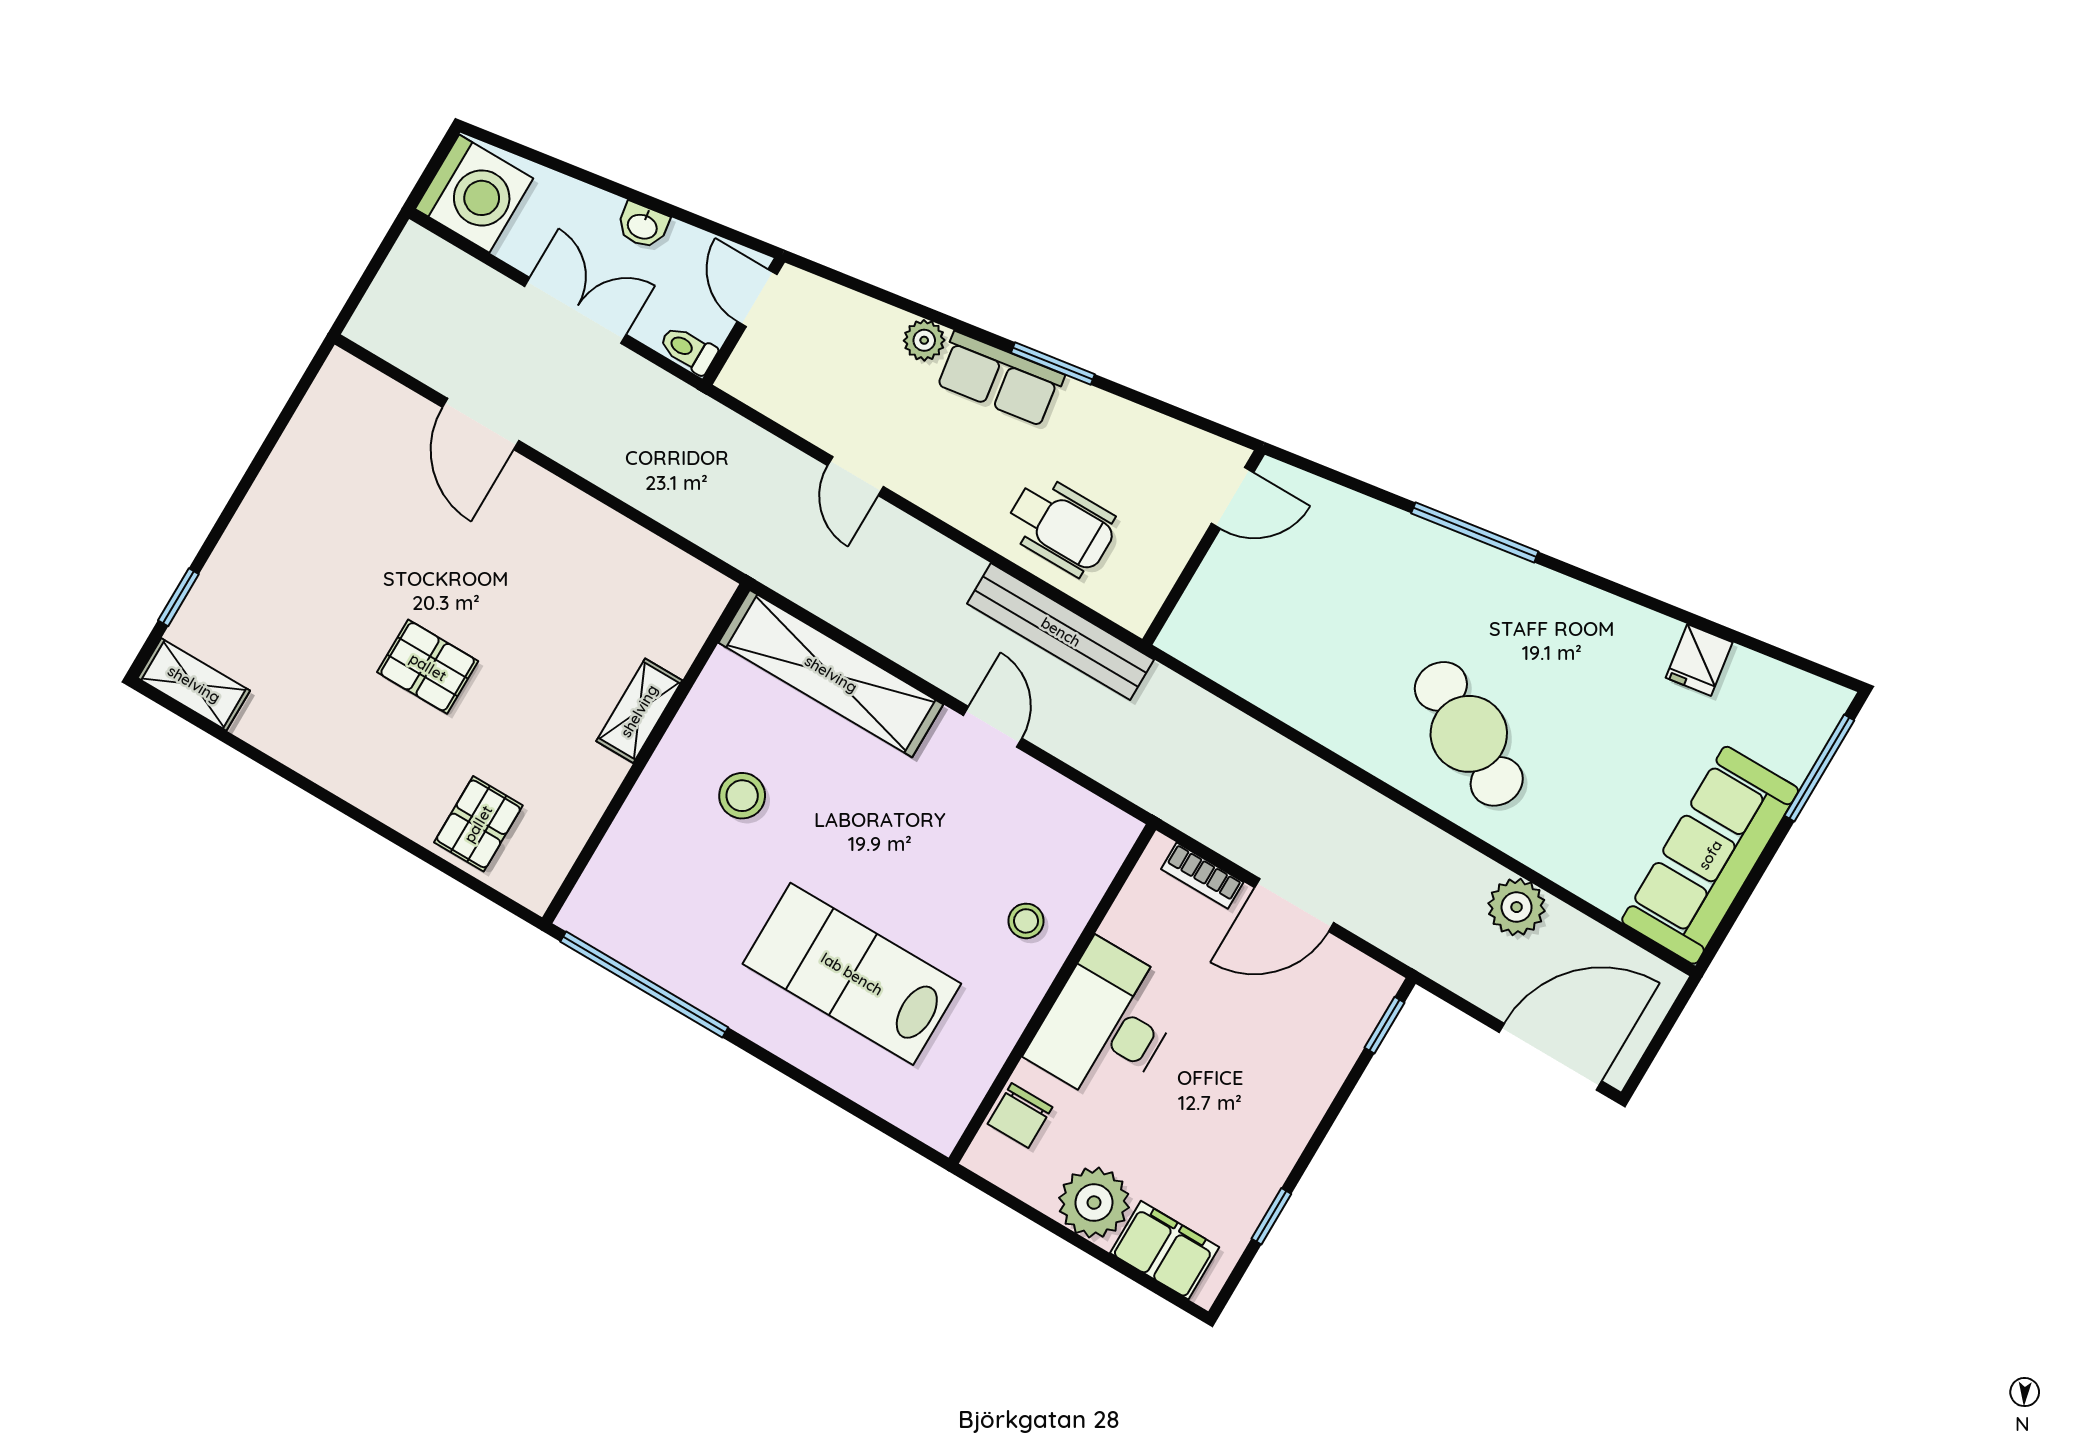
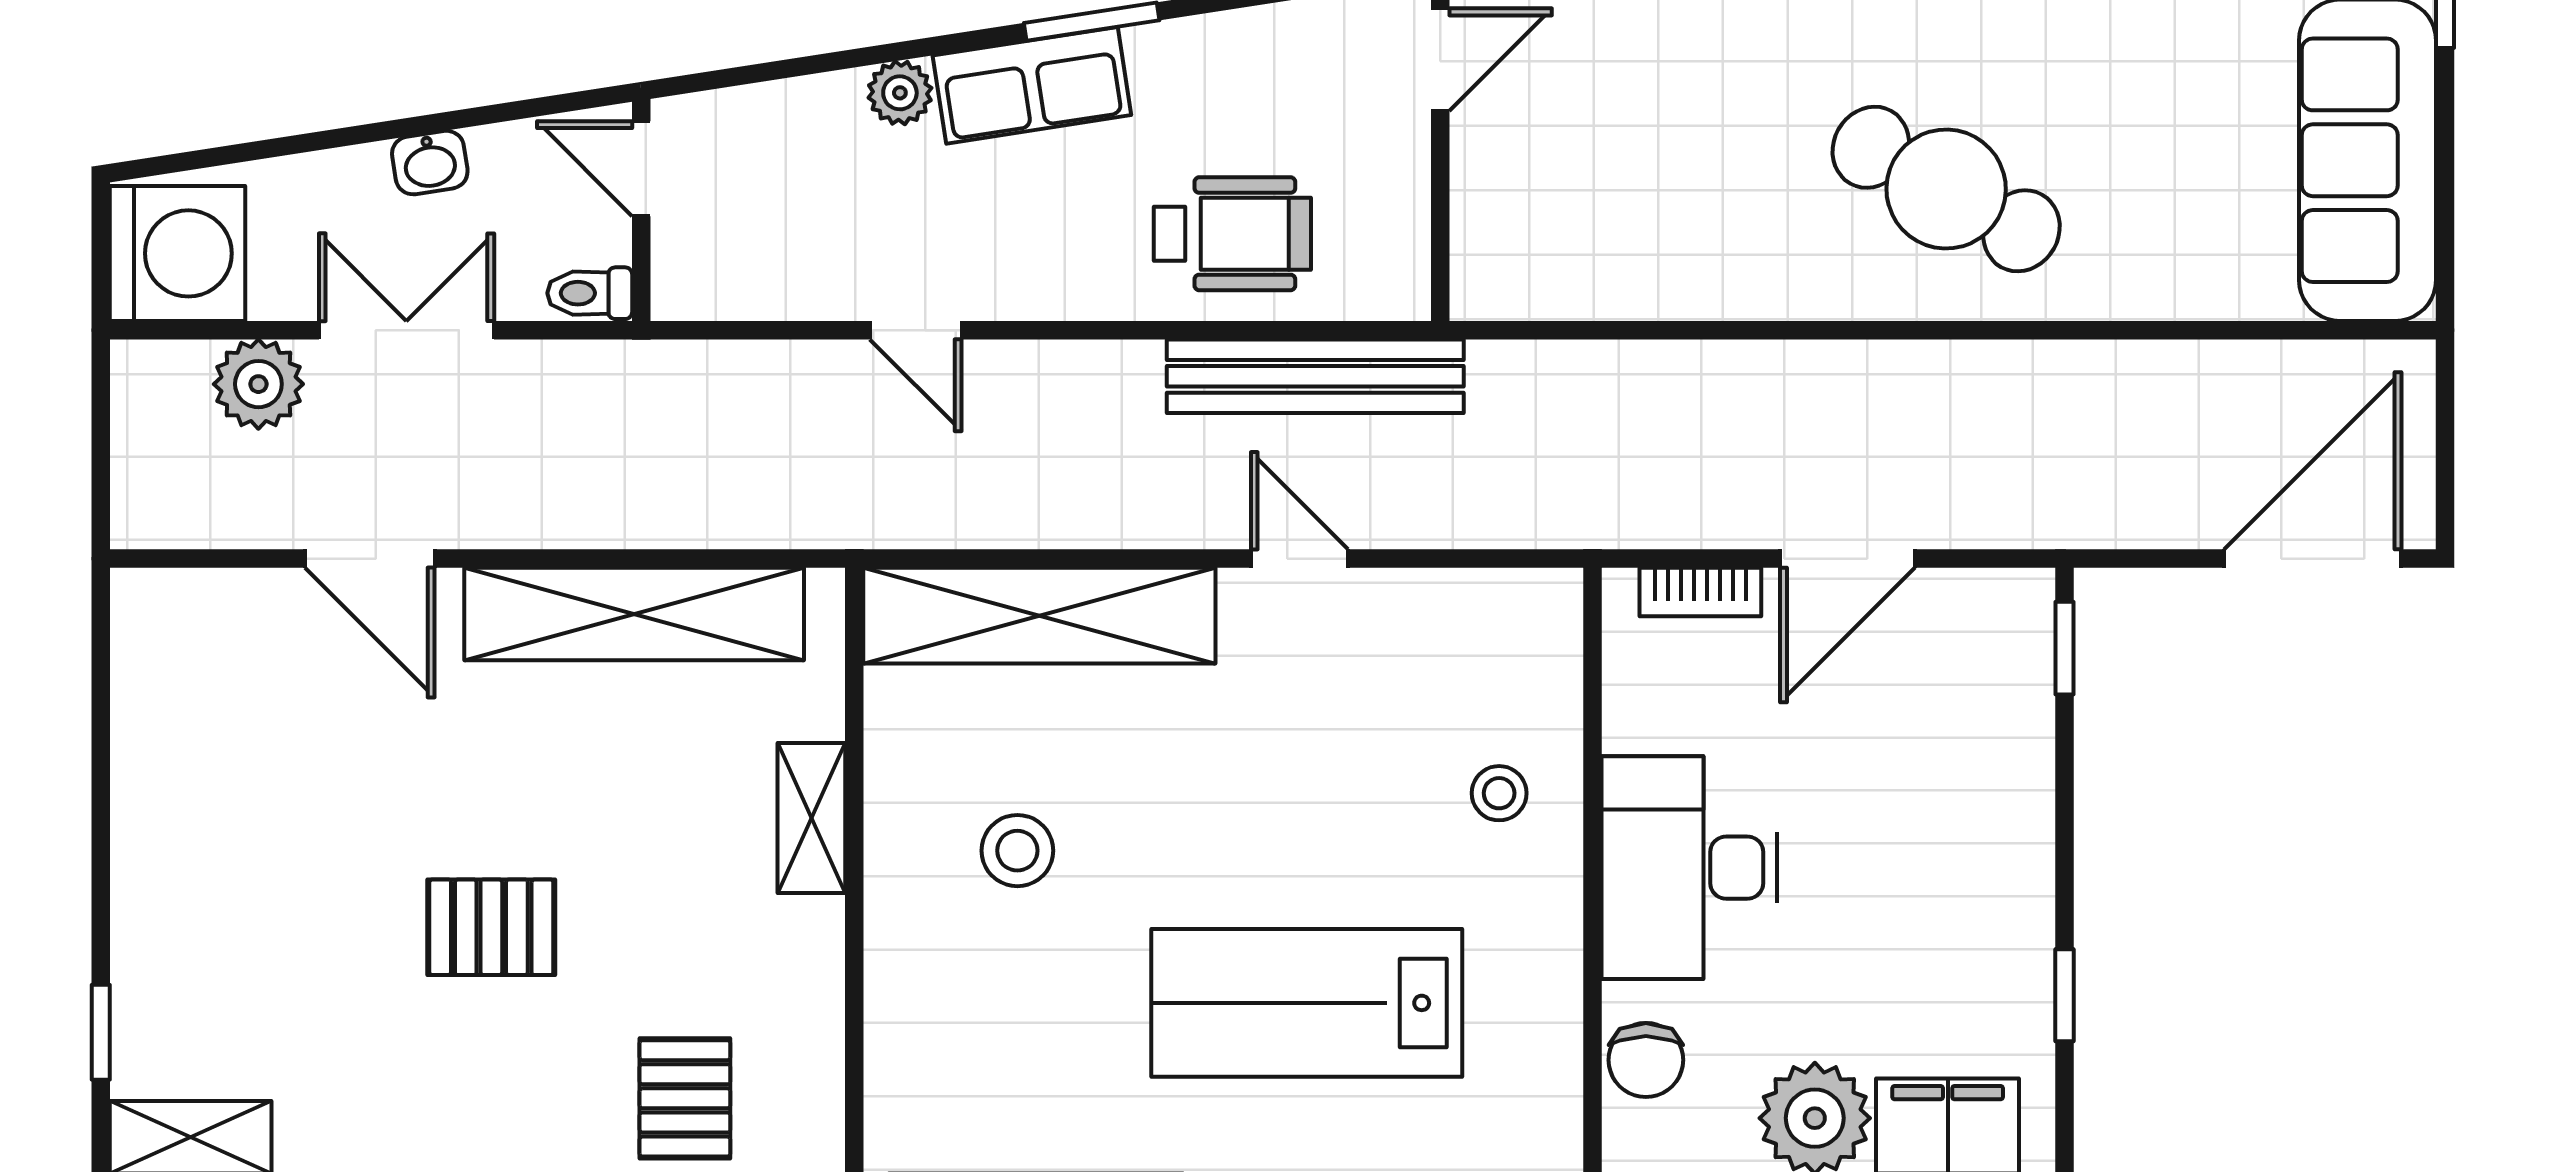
shelving: (608, 541) -> (634, 614), added
plant: (1517, 907) -> (258, 384), moved

